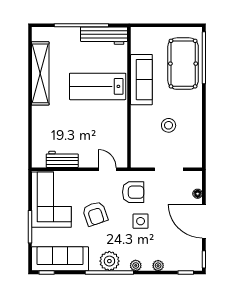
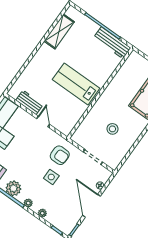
shelving: (40, 73) -> (59, 31), width x0.68
sofa: (141, 80) -> (116, 88), removed
lab bench: (98, 86) -> (76, 84), moved
door: (107, 169) -> (43, 121), moved
armchair: (95, 214) -> (26, 152), removed

